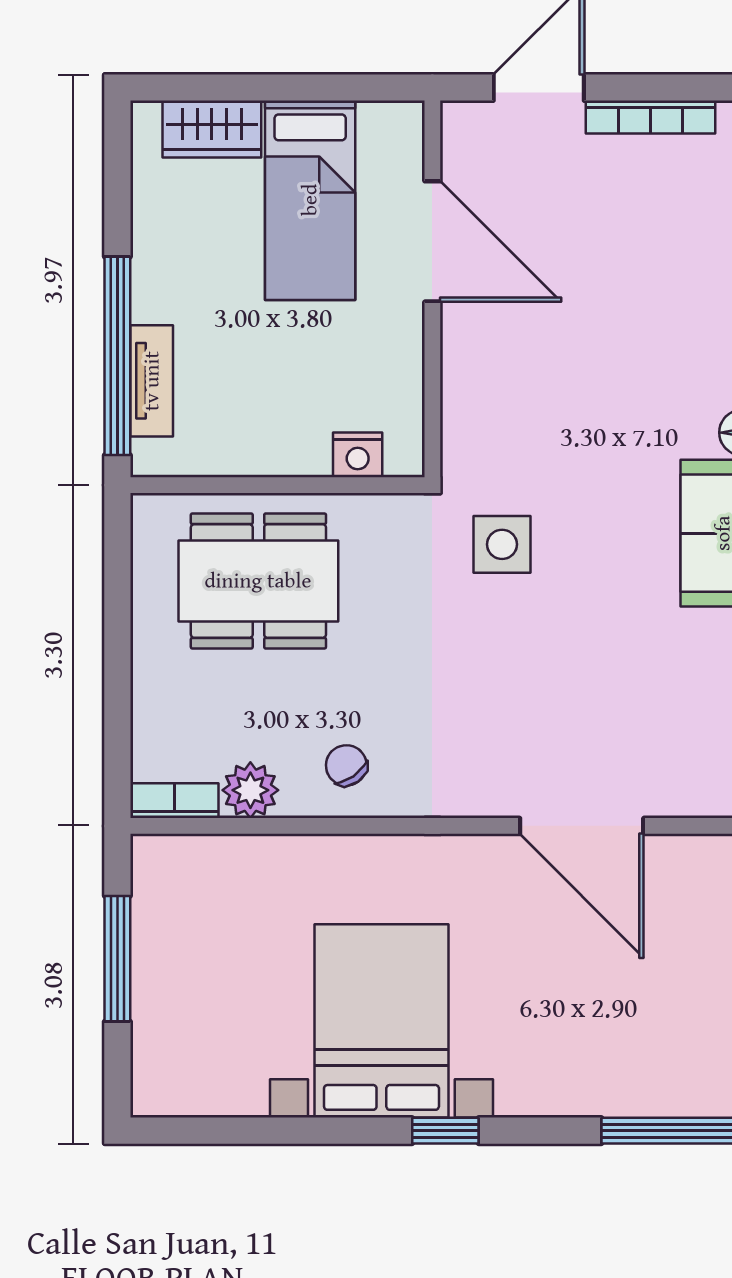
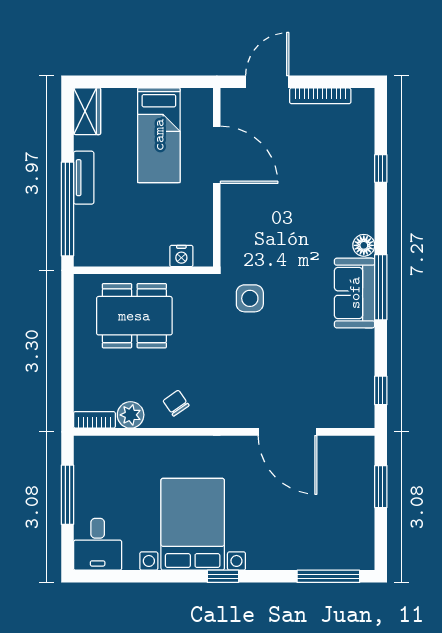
wardrobe: (212, 129) -> (87, 111), moved, turned -90
tv unit: (152, 381) -> (84, 178), moved
desk: (181, 1063) -> (98, 544), added

